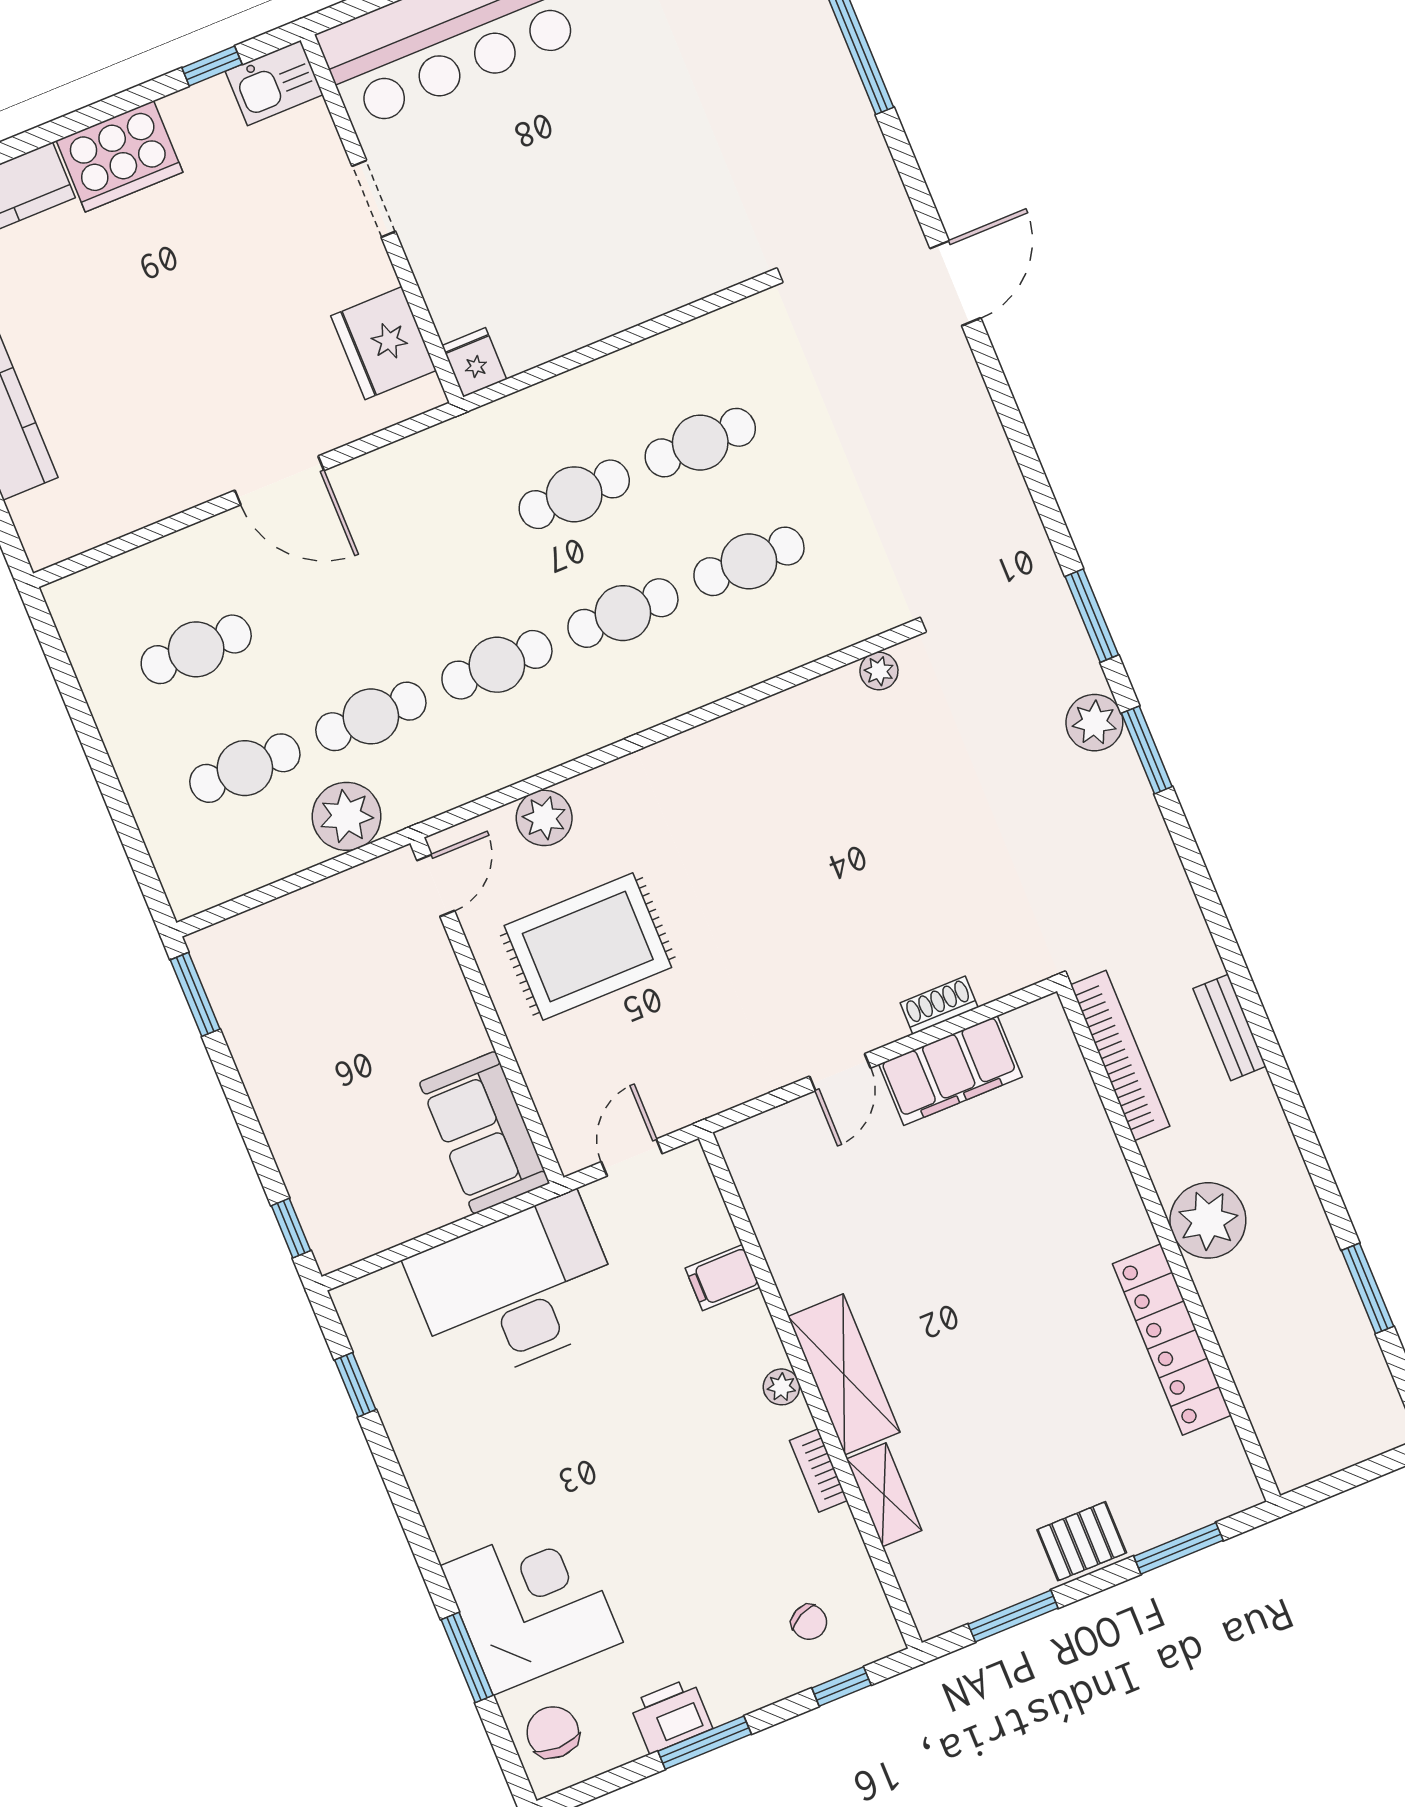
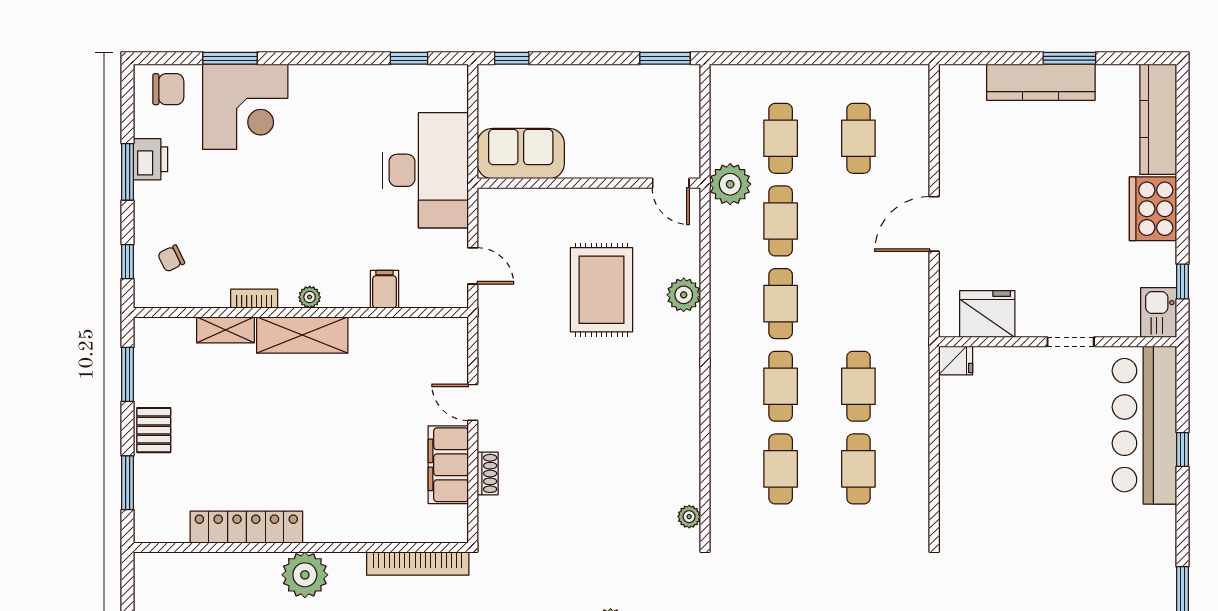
door: (436, 886) -> (671, 183), moved
wall: (487, 1010) -> (589, 183), moved
sofa: (484, 1133) -> (521, 154), moved

